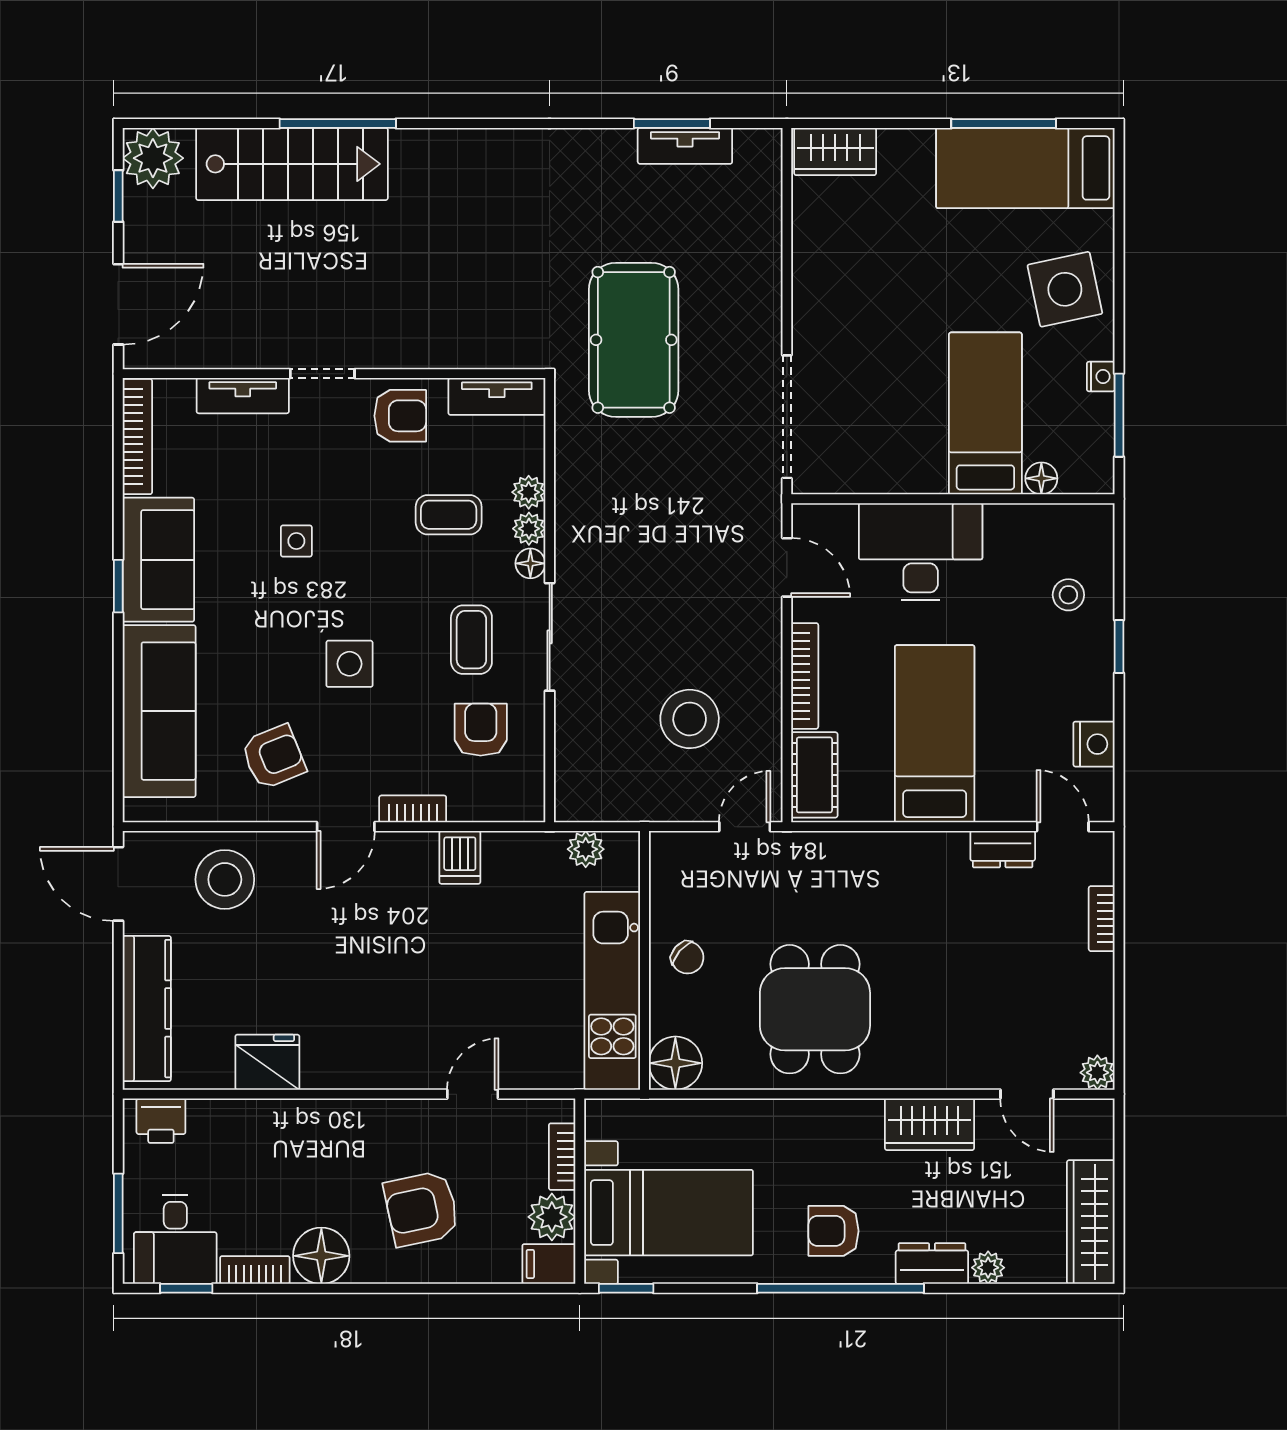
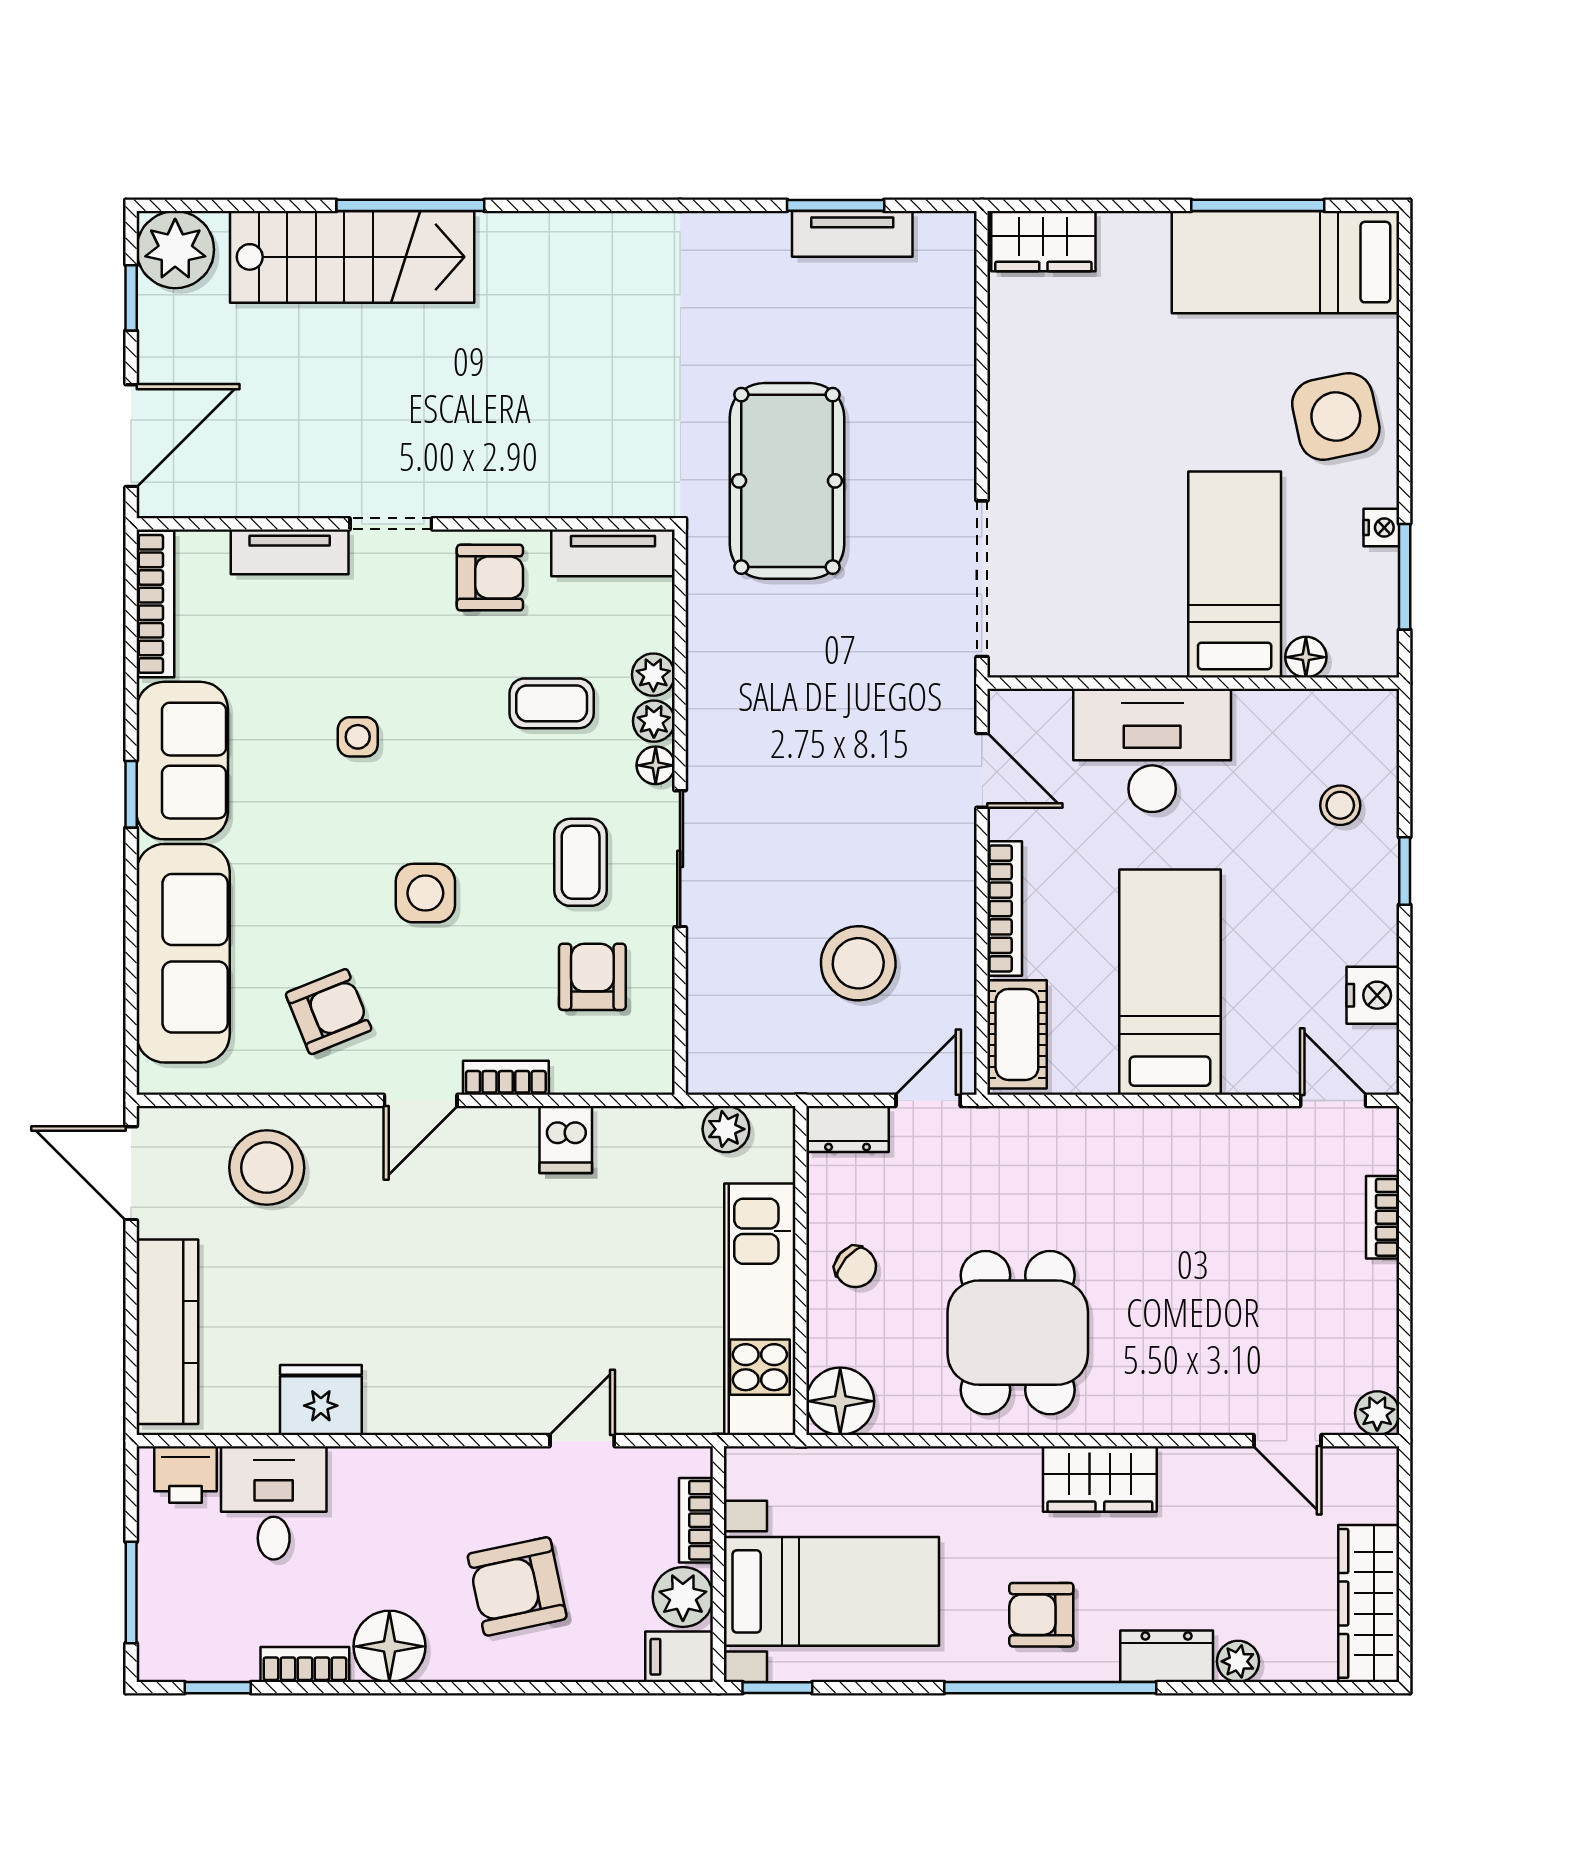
dresser: (1003, 849) -> (848, 1129), moved
wardrobe: (930, 1124) -> (1100, 1479), moved
desk: (175, 1239) -> (274, 1503), moved, turned 180

